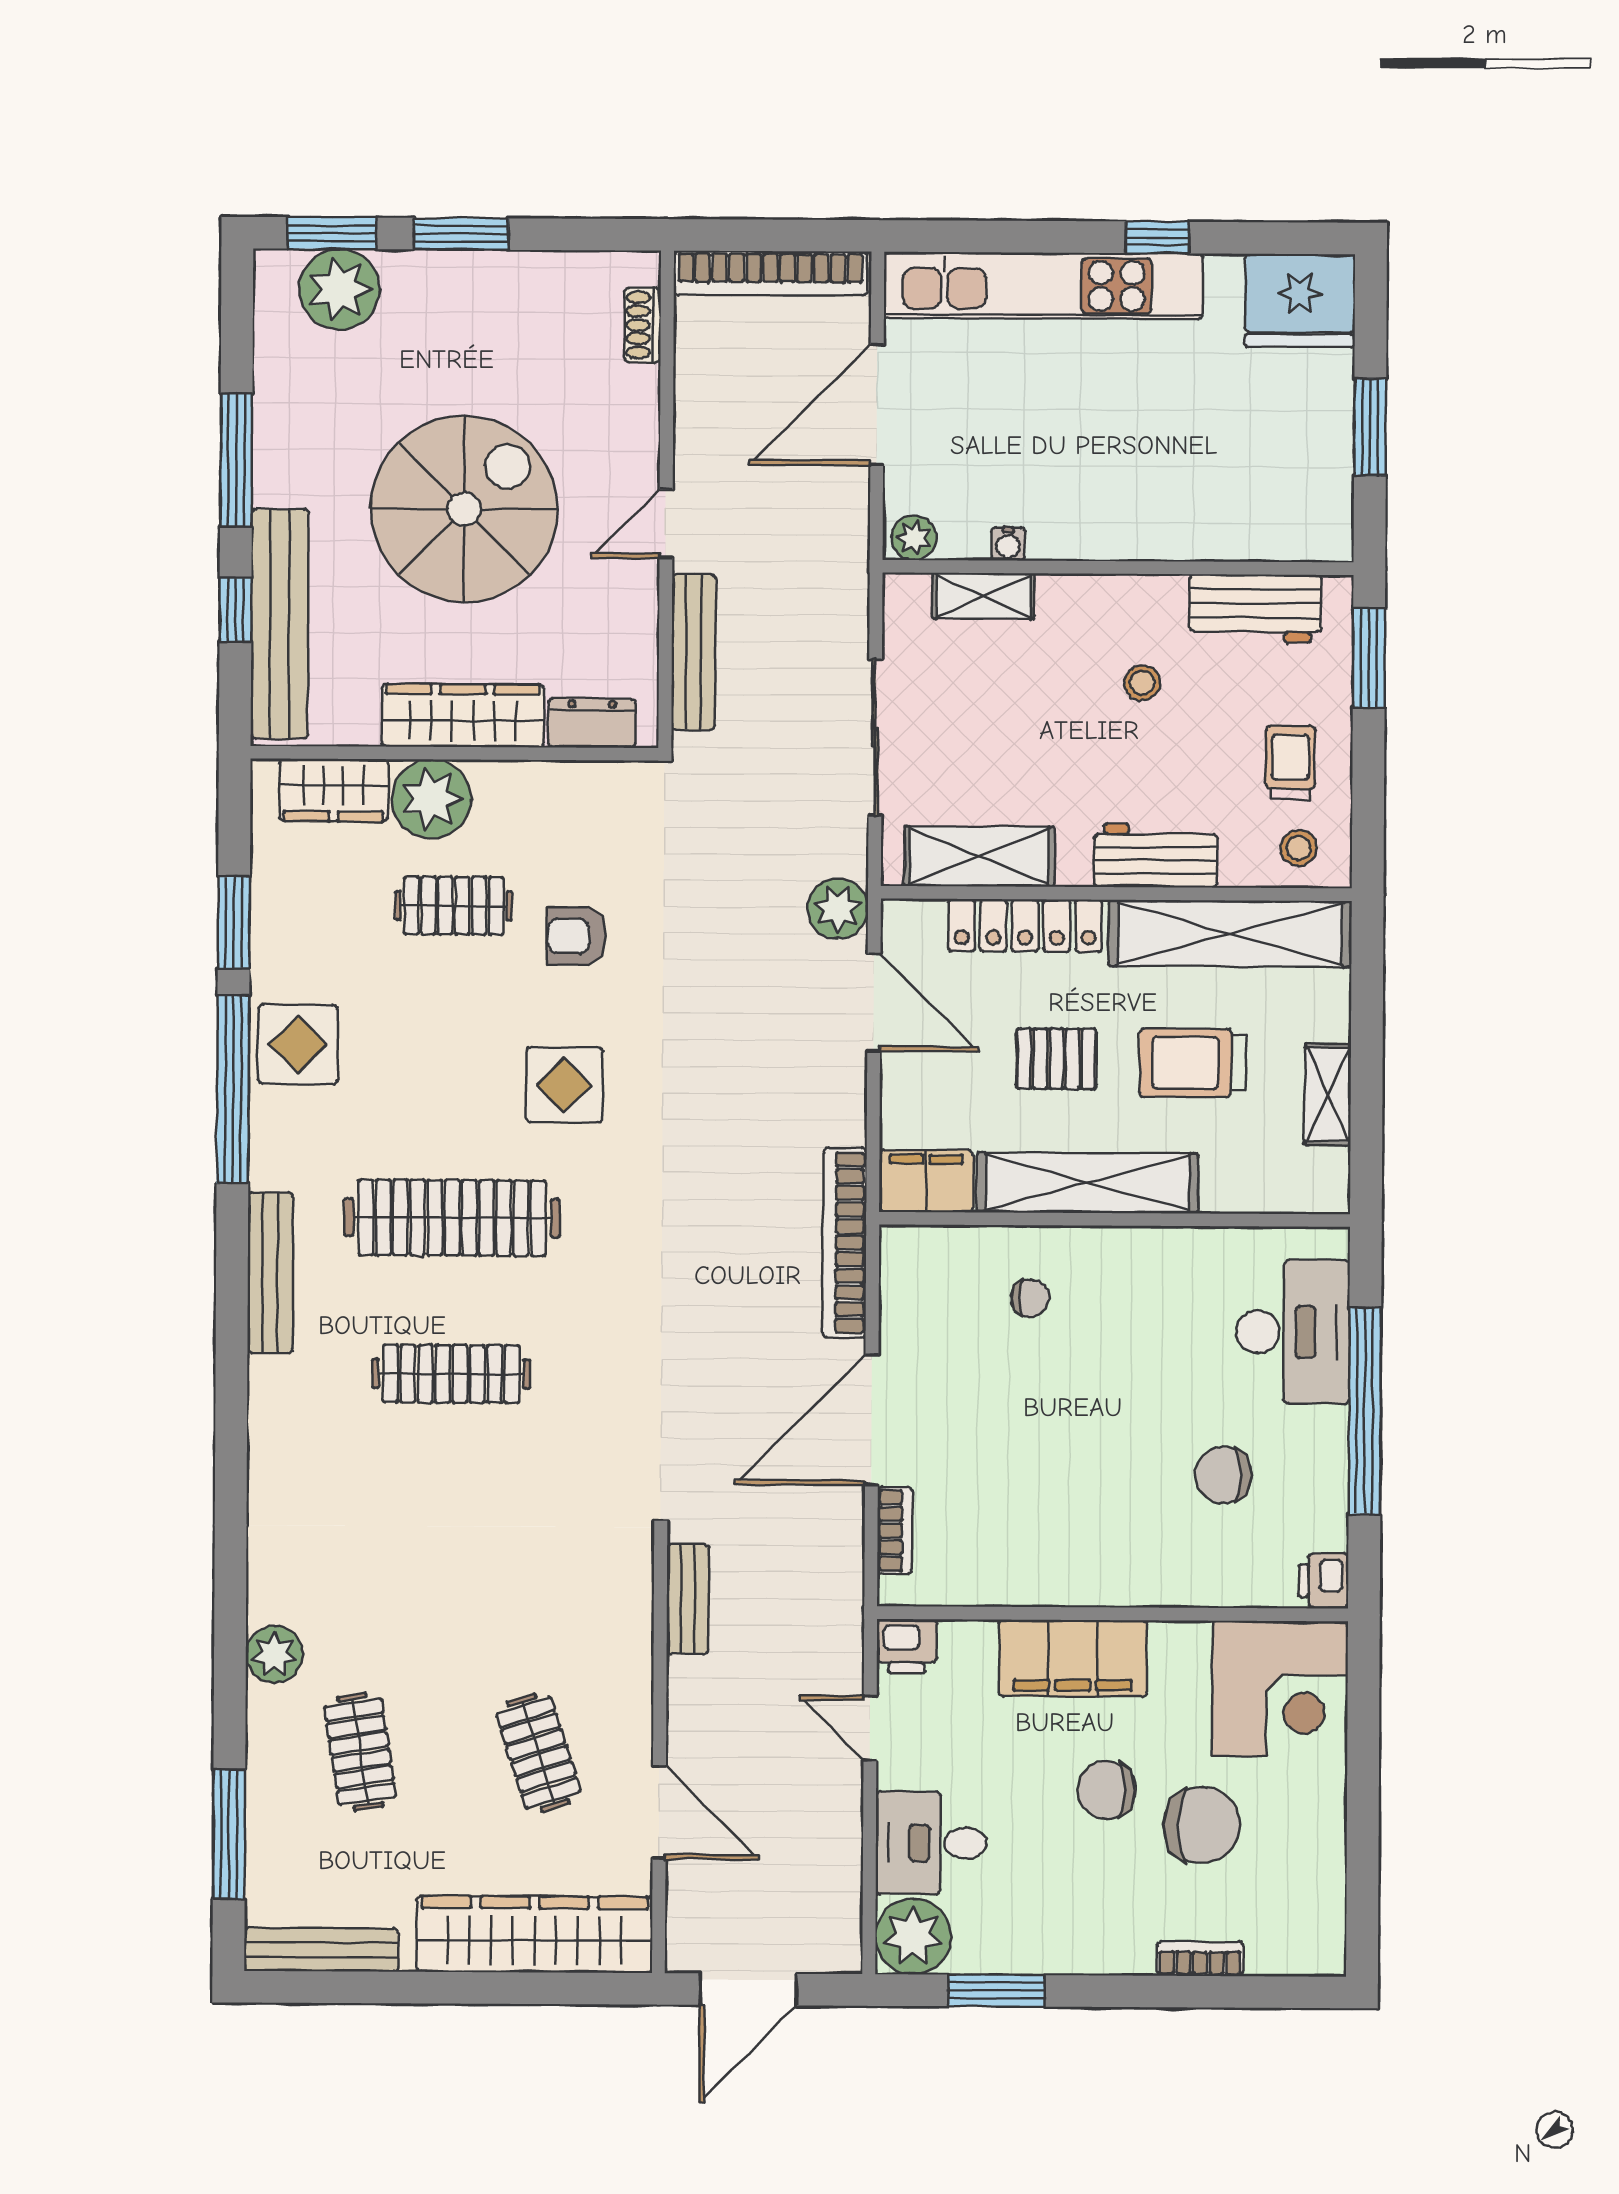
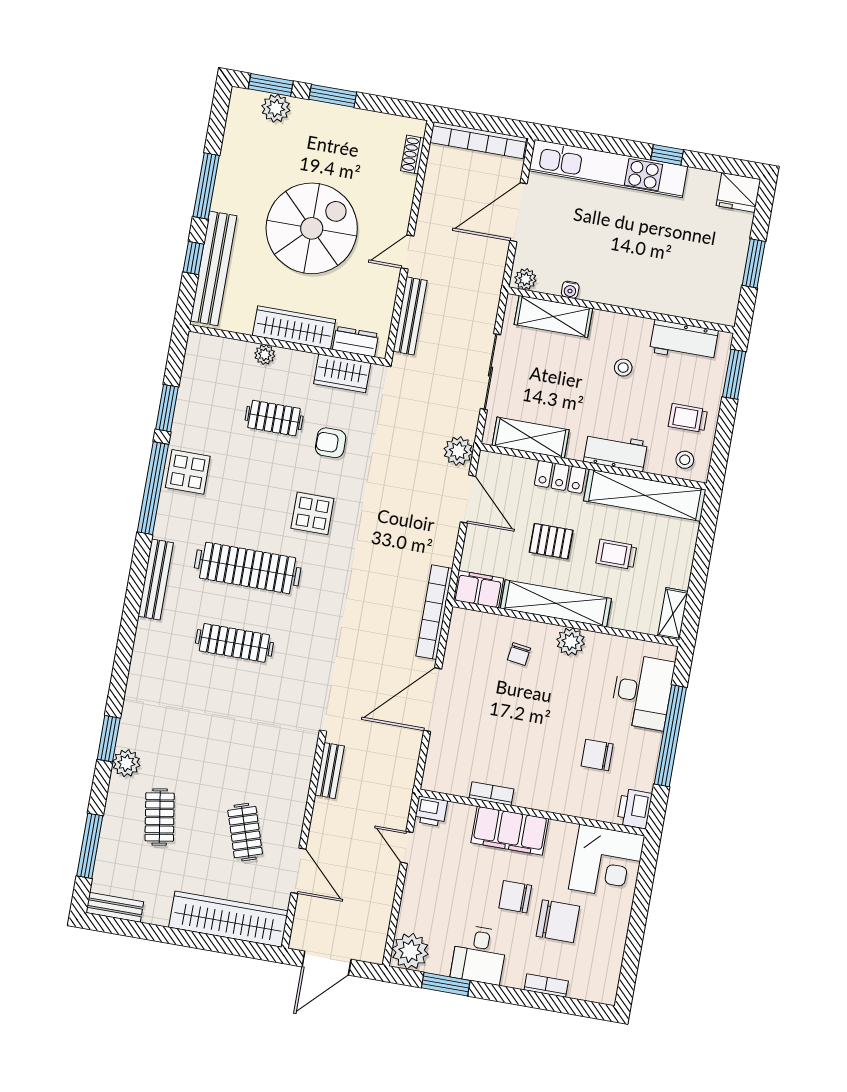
plant: (339, 289) -> (276, 108), width x0.73, depth x0.73
fridge: (1300, 301) -> (738, 192), width x0.73, depth x0.75
shelving: (983, 596) -> (553, 316), width x1.50, depth x1.33
trolley: (1290, 762) -> (688, 418), turned -90
wardrobe: (334, 790) -> (342, 373), moved
plant: (431, 799) -> (265, 355), width x0.53, depth x0.53
locker: (1025, 925) -> (560, 477), width x0.66
trolley: (1193, 1063) -> (616, 554), width x0.73, depth x0.72
shelving: (1328, 1095) -> (673, 614), moved
plant: (1131, 1255) -> (571, 642), added
chair: (1030, 1298) -> (519, 654), turned 98
bookcase: (895, 1530) -> (492, 794), moved, turned -90
printer: (1323, 1580) -> (635, 809), width x1.36, depth x1.24
window: (230, 1611) -> (109, 739), added
desk: (931, 1843) -> (479, 955), moved, turned -90
bench: (321, 1950) -> (115, 907), width x0.73

